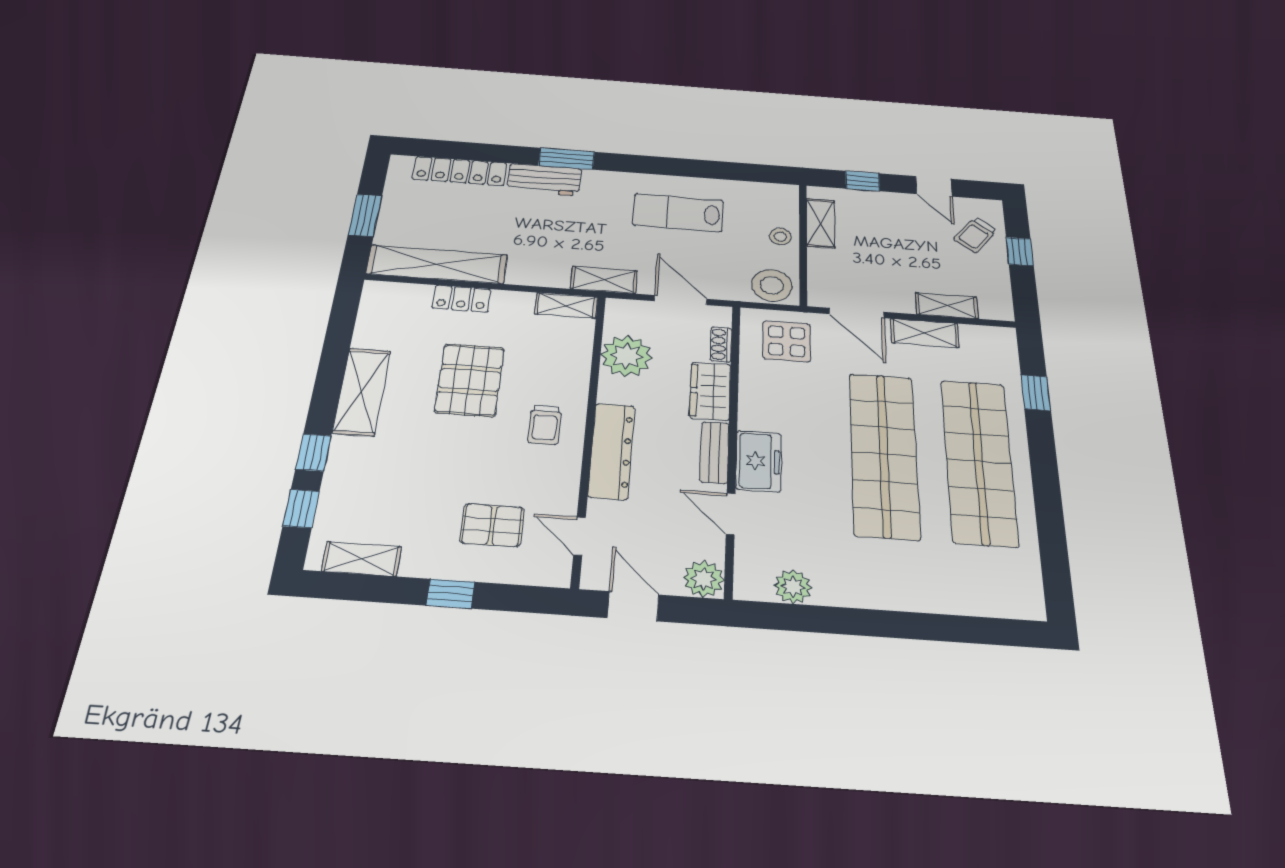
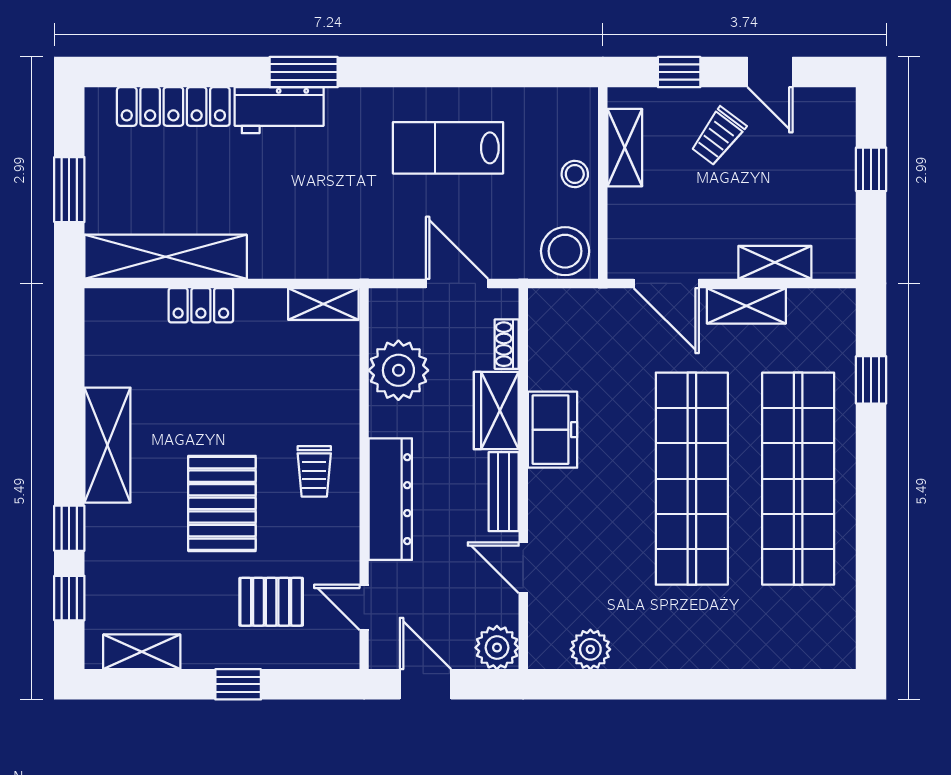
trolley: (975, 235) -> (718, 136), moved
shelving: (604, 280) -> (365, 262), removed
display table: (787, 341) -> (583, 333), removed
pallet: (470, 380) -> (222, 503), moved
freezer: (759, 461) -> (552, 430), moved

